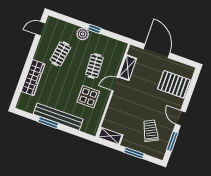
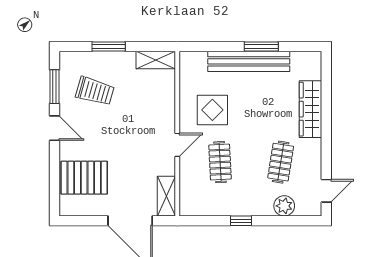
plant: (83, 34) -> (284, 206), moved
shelving: (128, 68) -> (166, 196), moved
trolley: (150, 131) -> (95, 91), turned -47

